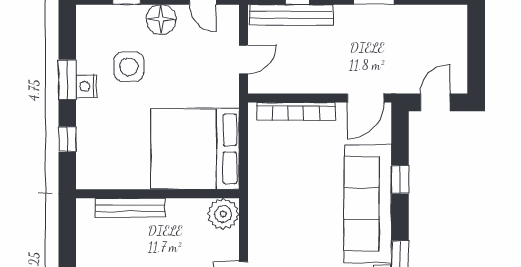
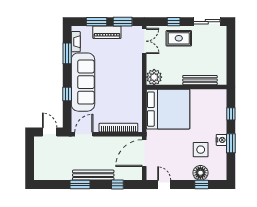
bench: (291, 15) -> (93, 175), moved
floor lamp: (161, 20) -> (200, 173), moved
door: (243, 59) -> (144, 153), width x1.88
door: (435, 102) -> (50, 132), swing flipped

